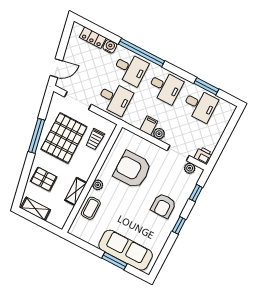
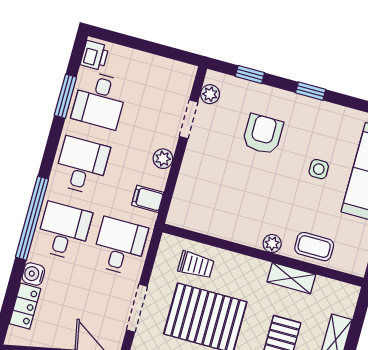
desk: (200, 105) -> (100, 100), turned 180
filing cabinet: (149, 126) -> (148, 199), moved
printer: (203, 156) -> (95, 55), moved, turned 180
armchair: (132, 170) -> (234, 190), removed
armchair: (163, 206) -> (263, 134), moved, turned -90
side table: (134, 220) -> (319, 169), added

